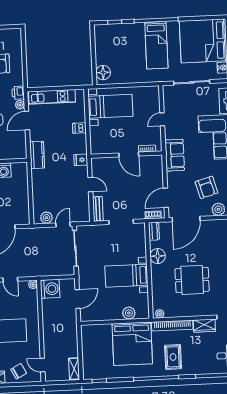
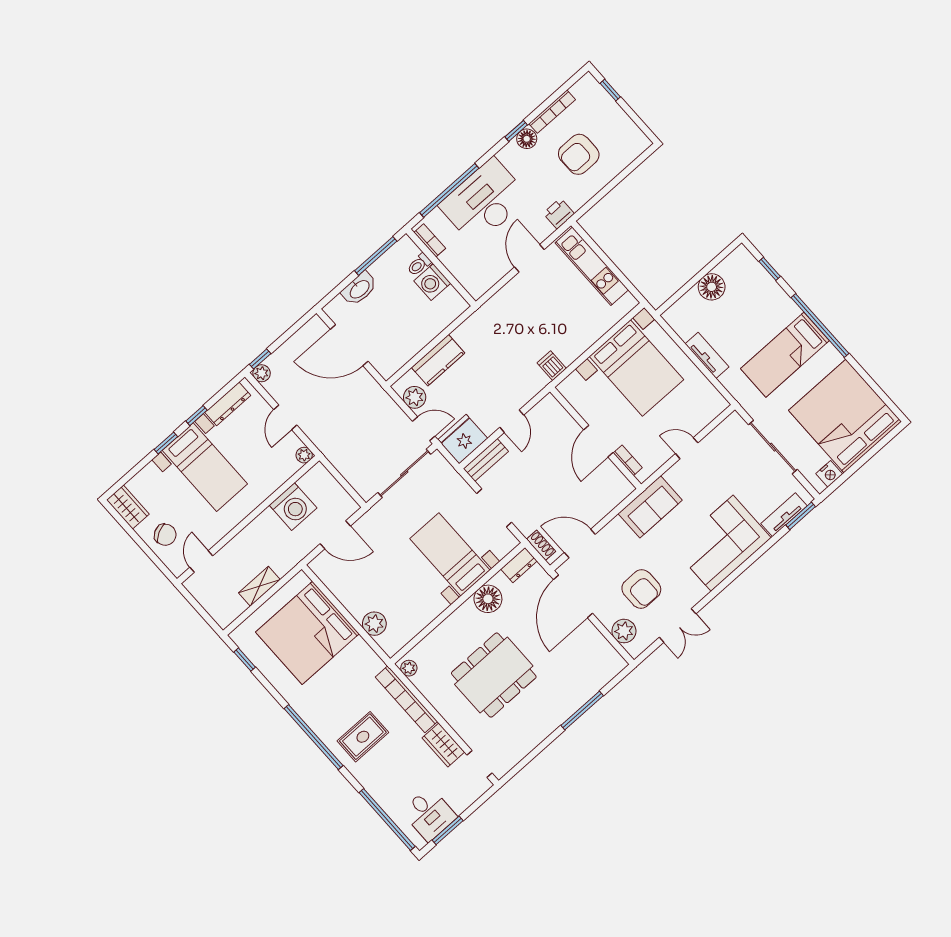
floor lamp: (103, 73) -> (712, 287), moved
tv unit: (130, 79) -> (707, 355), added
plant: (20, 105) -> (544, 230), removed
bed with nightstands: (110, 106) -> (636, 368), width x1.36
door: (27, 121) -> (529, 258), hinge flipped
dishwasher: (79, 128) -> (552, 366), moved
kitchen counter: (37, 155) -> (438, 360), moved
fridge: (81, 160) -> (463, 439), moved, width x1.88, depth x1.34
armchair: (206, 187) -> (641, 589), turned -74
door: (186, 219) -> (573, 596), hinge flipped
bed with nightstands: (126, 276) -> (450, 554), moved
dining table: (192, 280) -> (494, 675), width x1.38
washing machine: (50, 289) -> (293, 507), moved
bed: (132, 344) -> (307, 633), moved
shelving: (74, 369) -> (259, 586), moved

